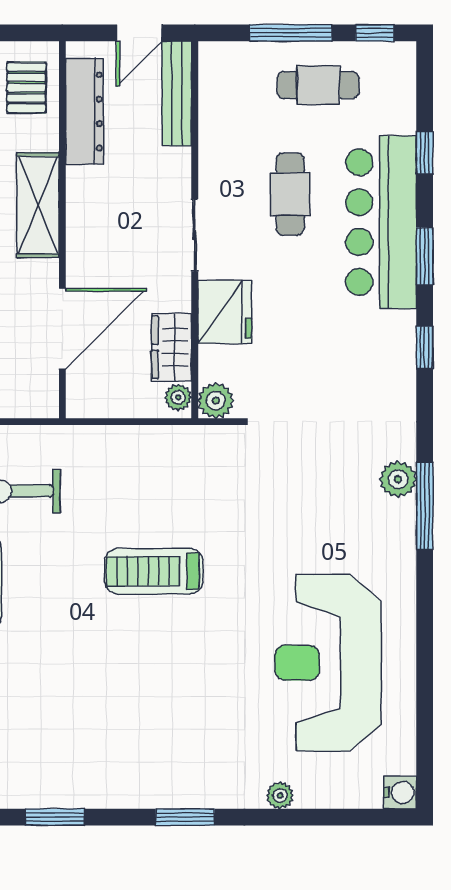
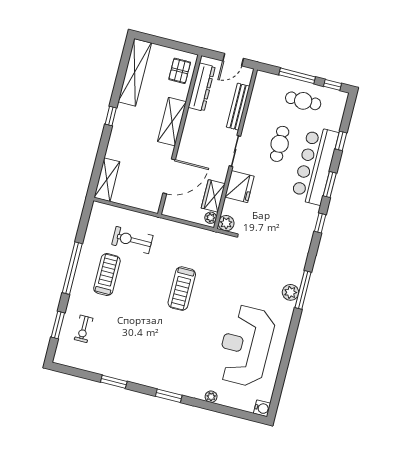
bench: (177, 93) -> (238, 107), moved
plant: (398, 479) -> (290, 292), moved
treadmill: (154, 571) -> (182, 289), turned -90

